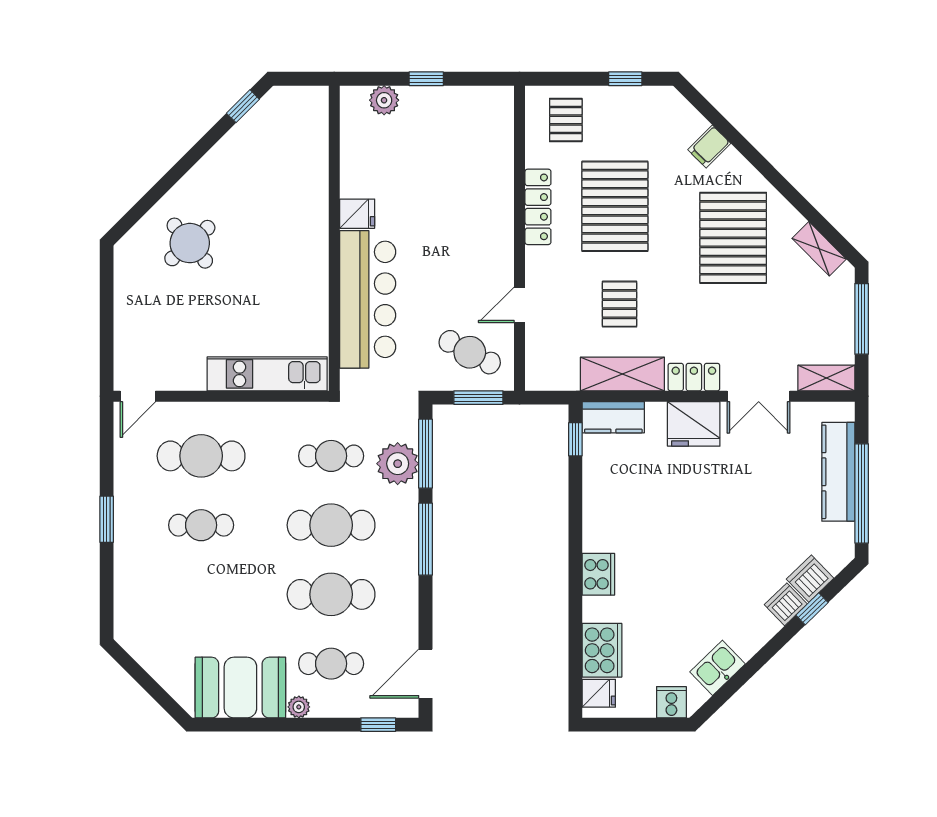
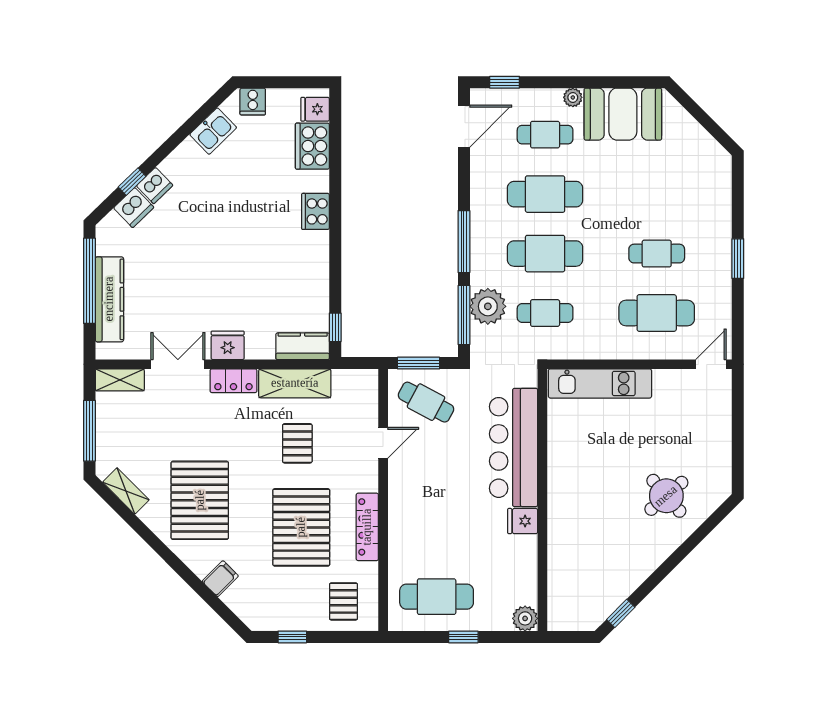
plant: (384, 100) -> (525, 618), moved
cafe table: (457, 126) -> (437, 597), added
fridge: (694, 424) -> (228, 345), width x0.73, depth x0.75

